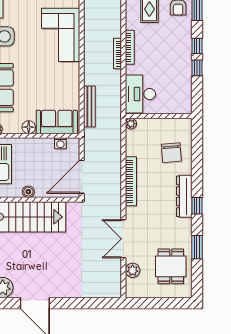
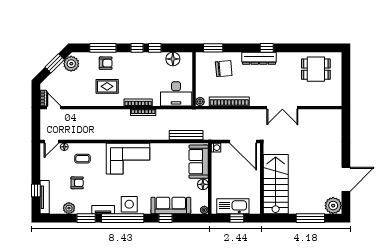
floor lamp: (183, 90) -> (173, 59), added
washing machine: (60, 143) -> (216, 148), moved
bookcase: (131, 181) -> (229, 101), moved
boiler: (28, 192) -> (255, 185), removed
double door: (123, 239) -> (282, 108), moved
window: (197, 247) -> (213, 48), moved
plant: (133, 270) -> (319, 100), removed

